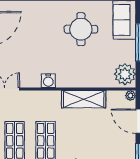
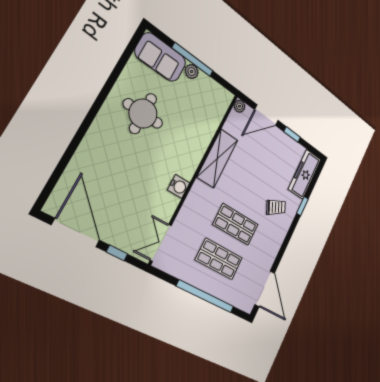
plant: (125, 74) -> (192, 72), moved, width x0.53, depth x0.53

